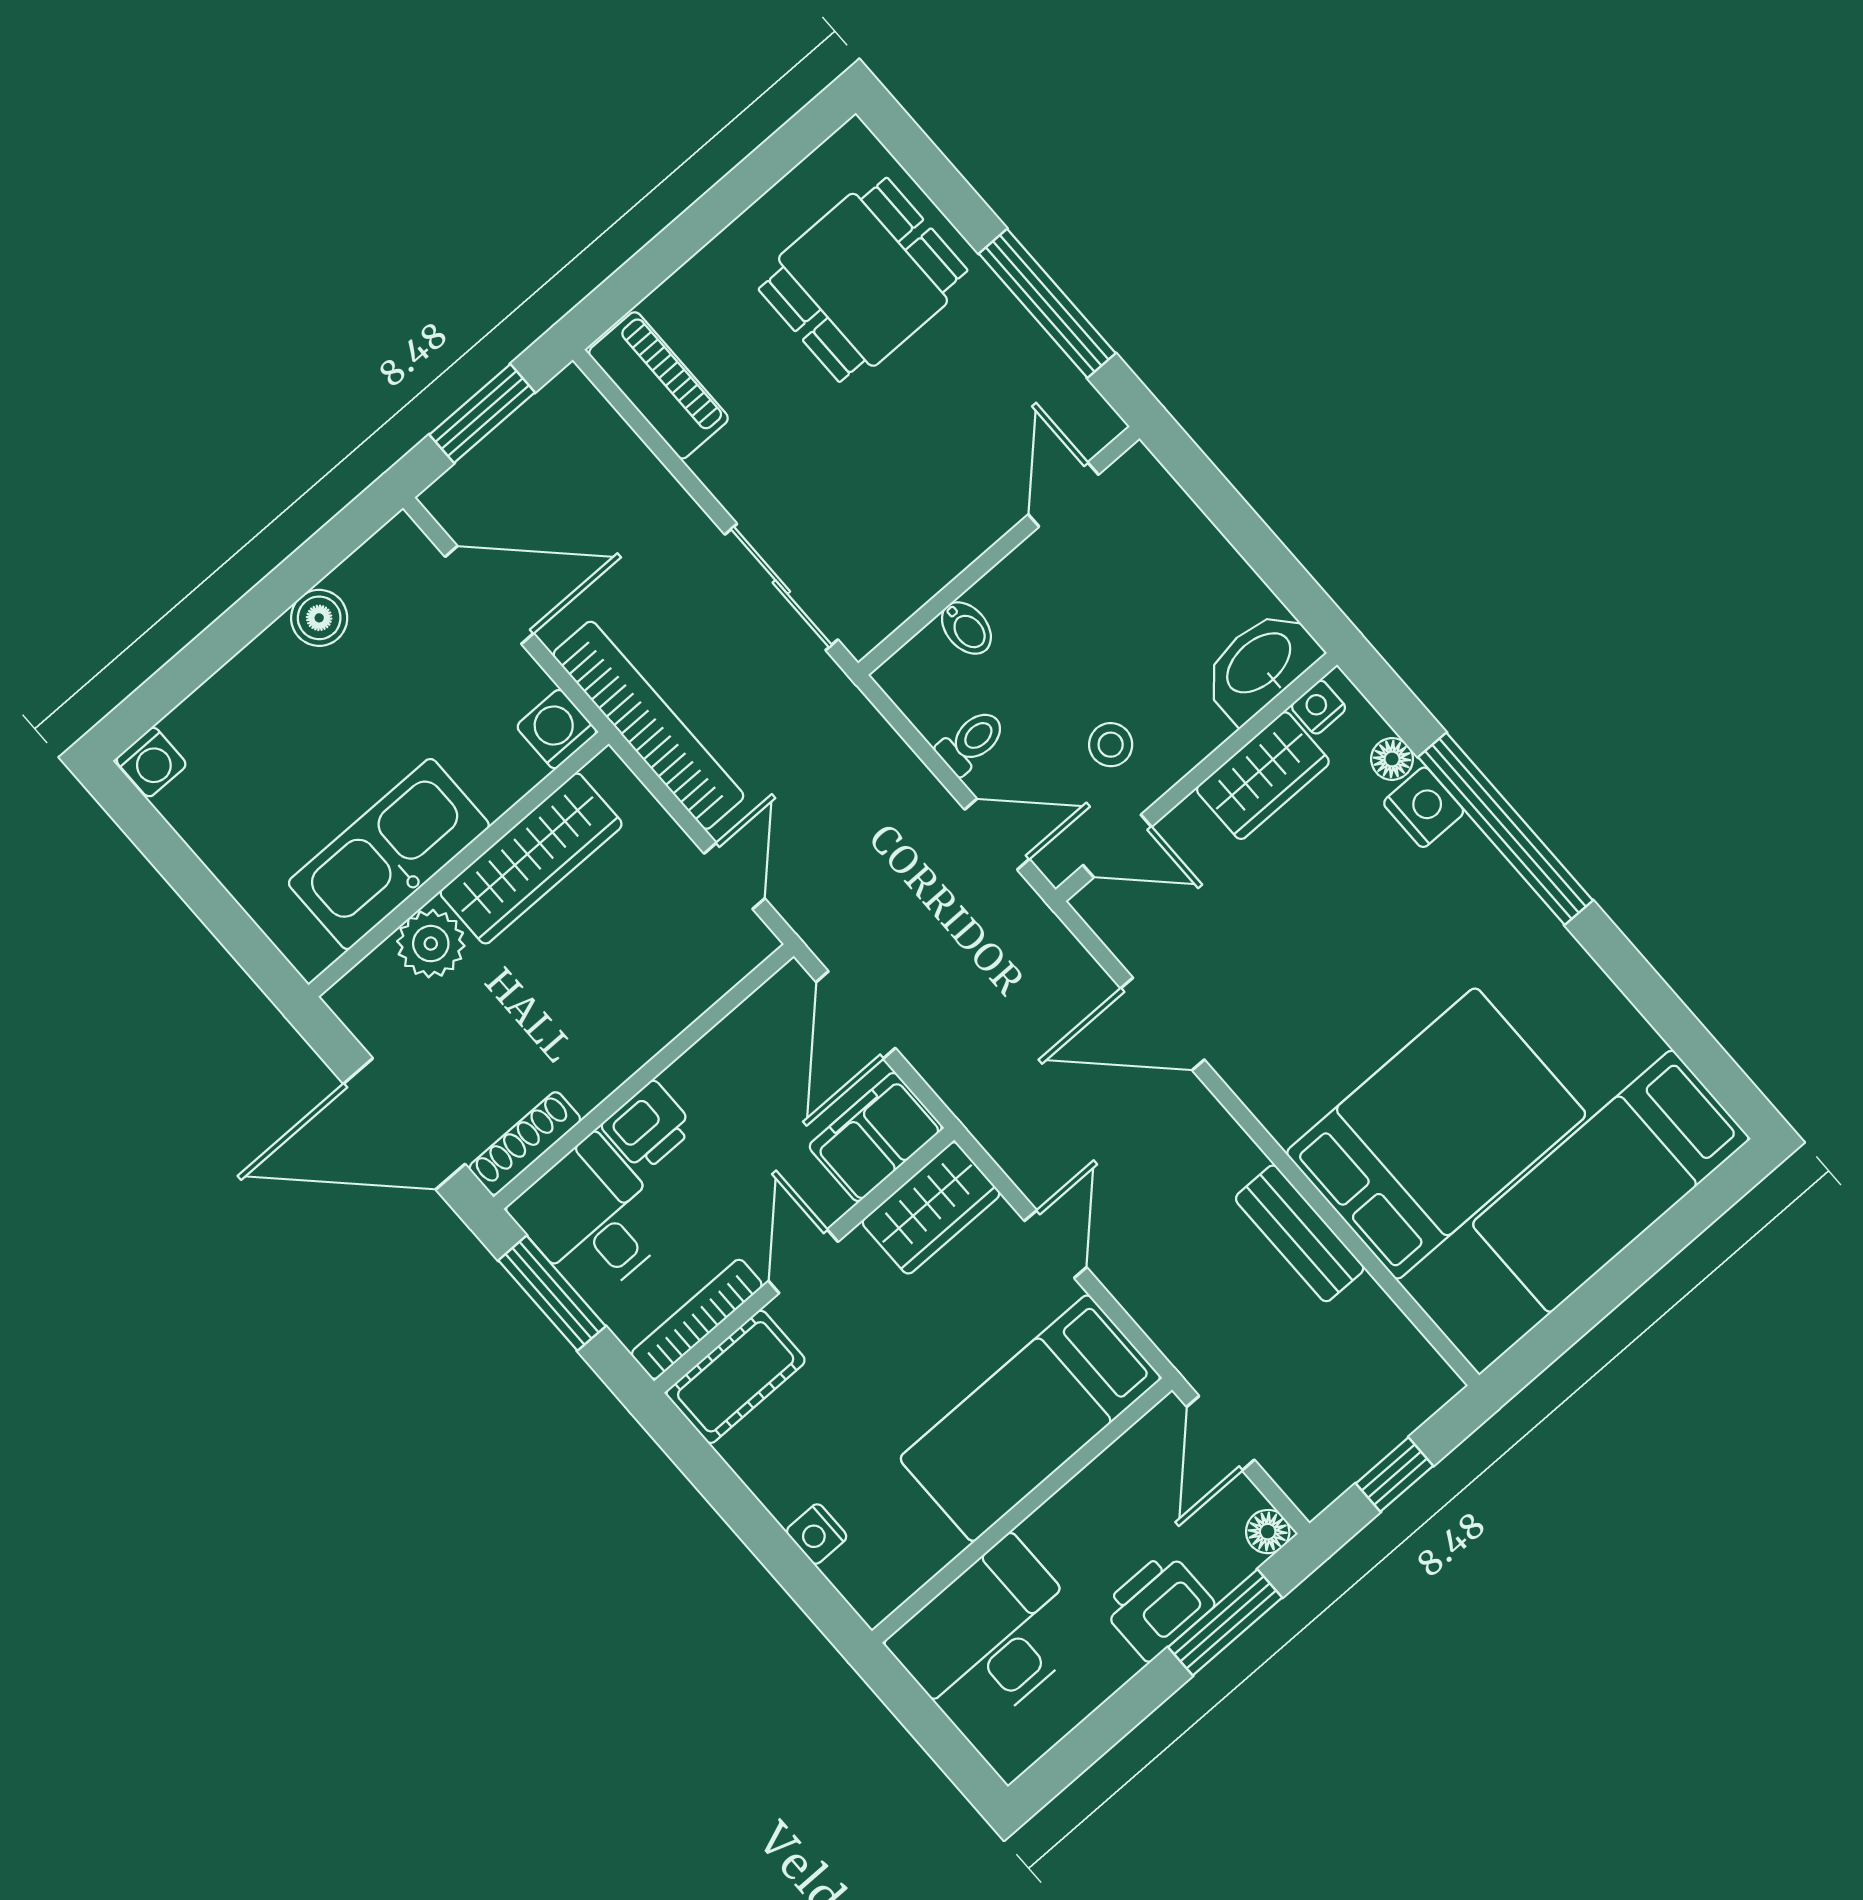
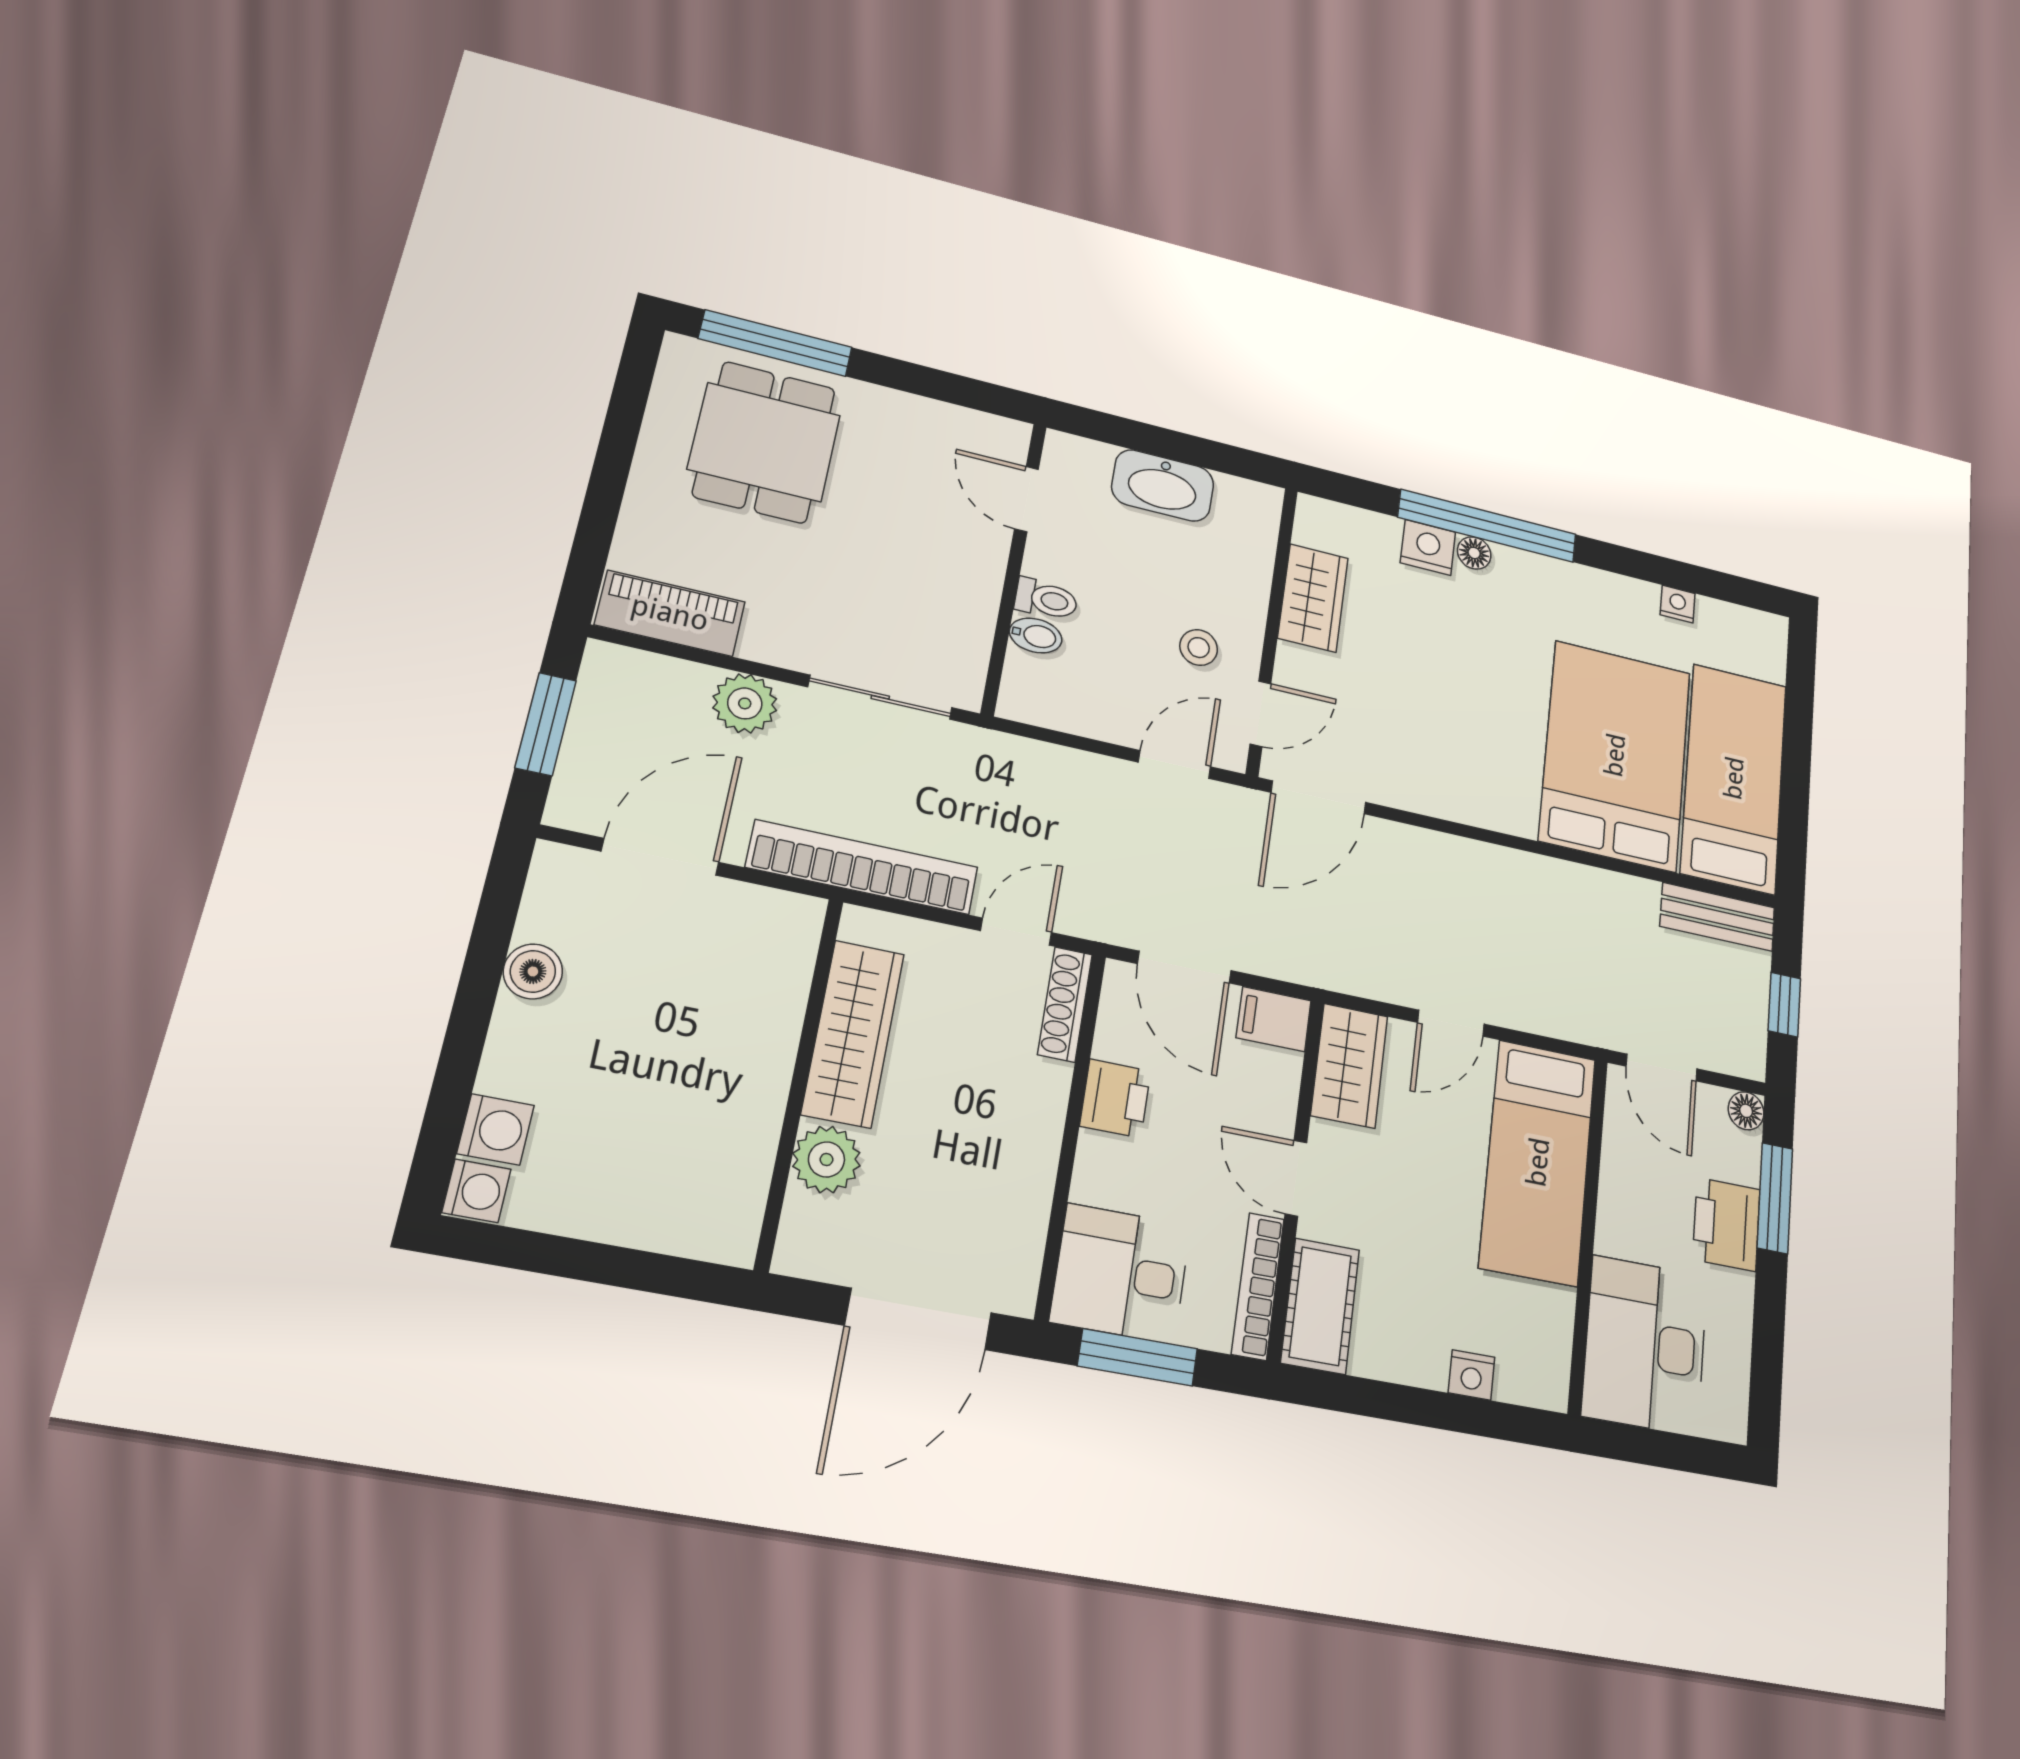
window: (1047, 303) -> (776, 343), moved
plant: (660, 511) -> (745, 703), added
washbasin: (1260, 664) -> (1163, 485), moved, turned -90
nightstand: (1318, 707) -> (1678, 604), moved, turned 90
washing machine: (557, 729) -> (496, 1129), moved, turned 180
toilet: (971, 742) -> (1046, 599), moved, turned 90
floor lamp: (1392, 759) -> (1474, 553), moved
kitchen sink: (389, 854) -> (737, 1115), removed
door: (734, 876) -> (1016, 932), hinge flipped
door: (1163, 1024) -> (1319, 797), moved
printer: (648, 1126) -> (1115, 1098), moved
filing cabinet: (876, 1137) -> (1274, 1019), width x0.50
shoe rack: (525, 1143) -> (1065, 1004), moved
bed: (1611, 1181) -> (1734, 778), moved, turned 180
bench: (1300, 1233) -> (1717, 917), moved
door: (1056, 1244) -> (1451, 1023), swing flipped

